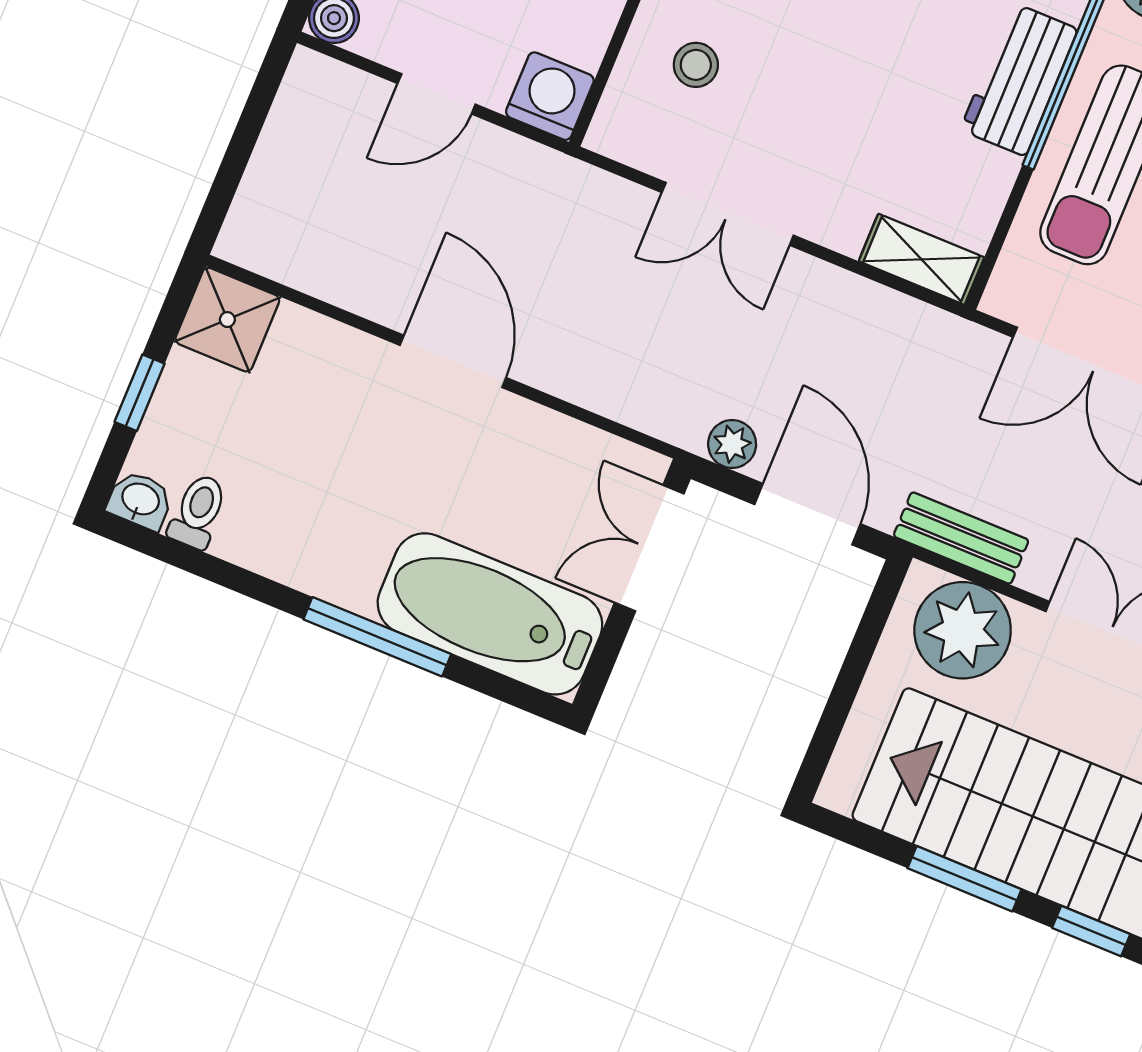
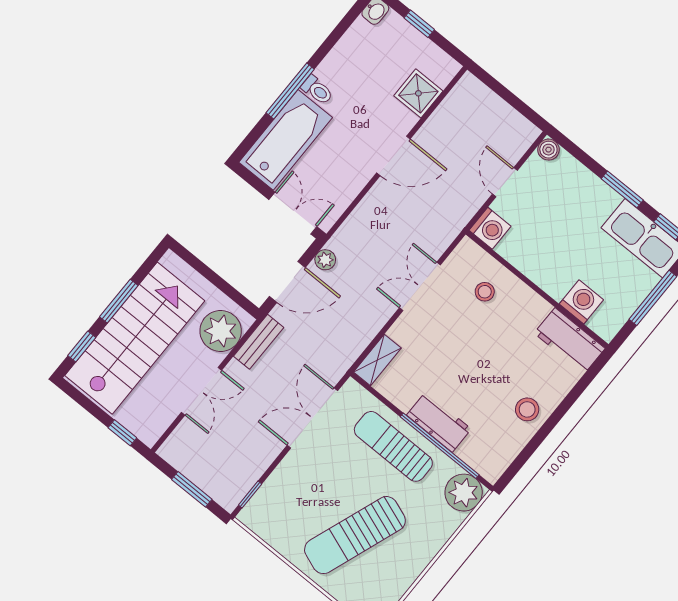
shower: (227, 320) -> (418, 93), moved
toilet: (198, 511) -> (317, 90), moved

